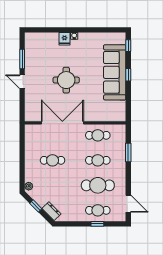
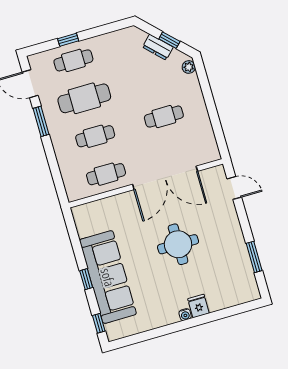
door: (22, 82) -> (234, 188), moved
window: (128, 153) -> (41, 121), moved
dresser: (51, 211) -> (158, 47), moved

